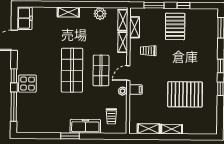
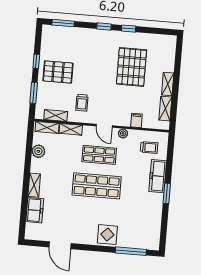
freezer: (25, 18) -> (35, 210), moved, turned 90
window: (14, 76) -> (98, 248), removed
filing cabinet: (136, 89) -> (136, 120), moved

